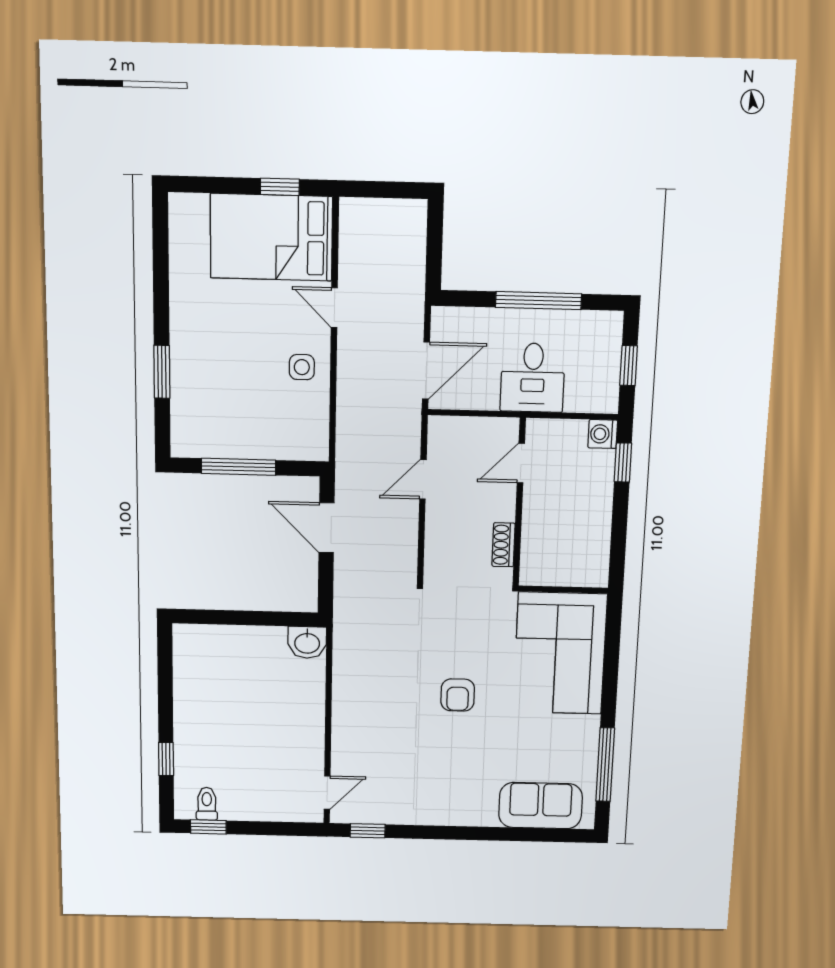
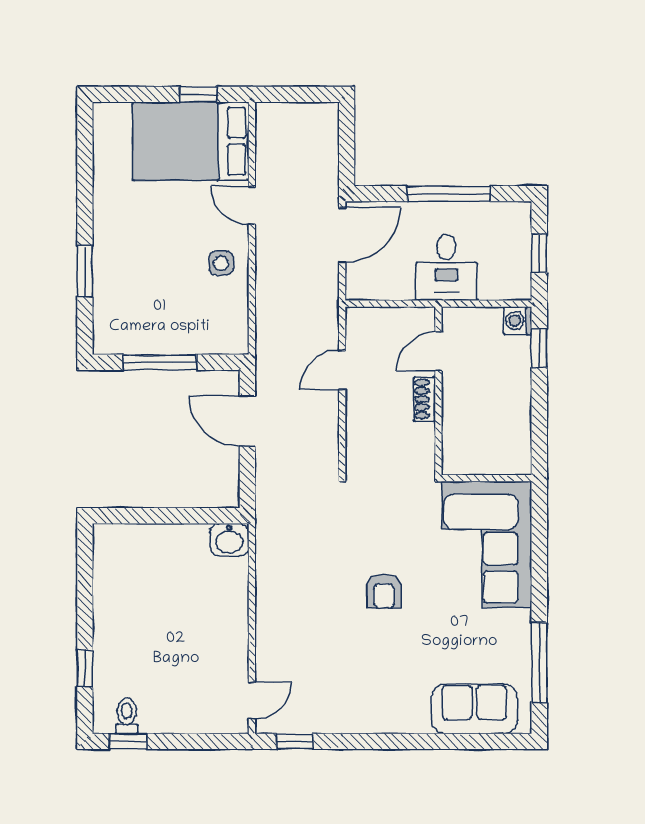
door: (426, 371) -> (342, 235), moved
shoe rack: (504, 545) -> (425, 399), moved

